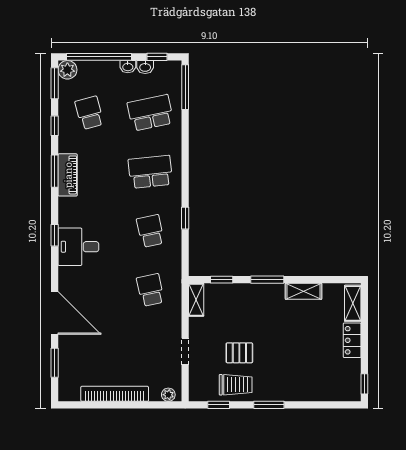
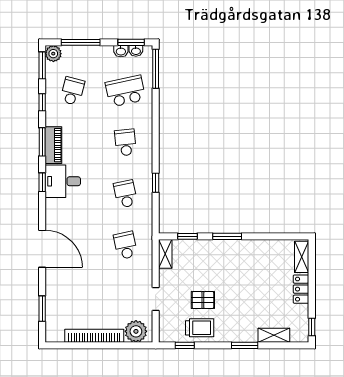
window: (99, 57) -> (81, 42), width x0.68
window: (157, 57) -> (131, 42), width x1.50
washbasin: (128, 67) -> (136, 51), moved
school desk: (89, 113) -> (72, 91), turned 30
school desk: (150, 172) -> (125, 142), width x0.54
window: (55, 235) -> (42, 182), moved
desk: (78, 247) -> (63, 181), moved
shelving: (304, 291) -> (274, 335), moved
door: (55, 313) -> (42, 249), moved
plant: (168, 395) -> (136, 331), width x1.88, depth x1.88
window: (269, 405) -> (245, 345), moved

